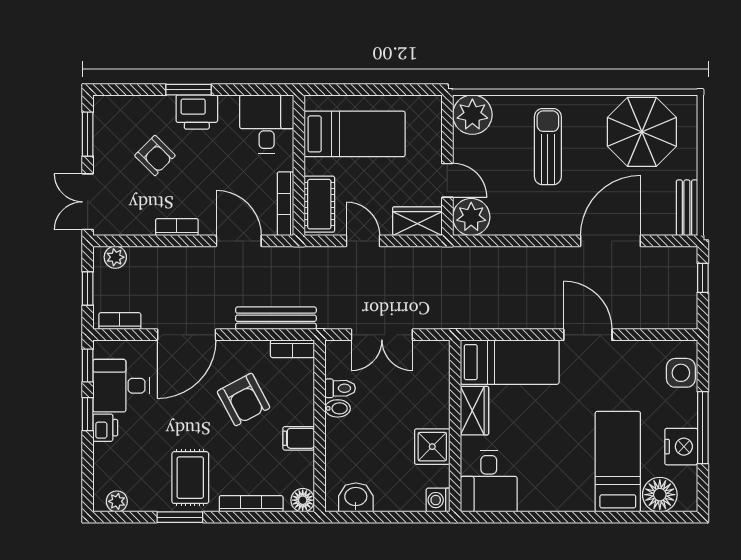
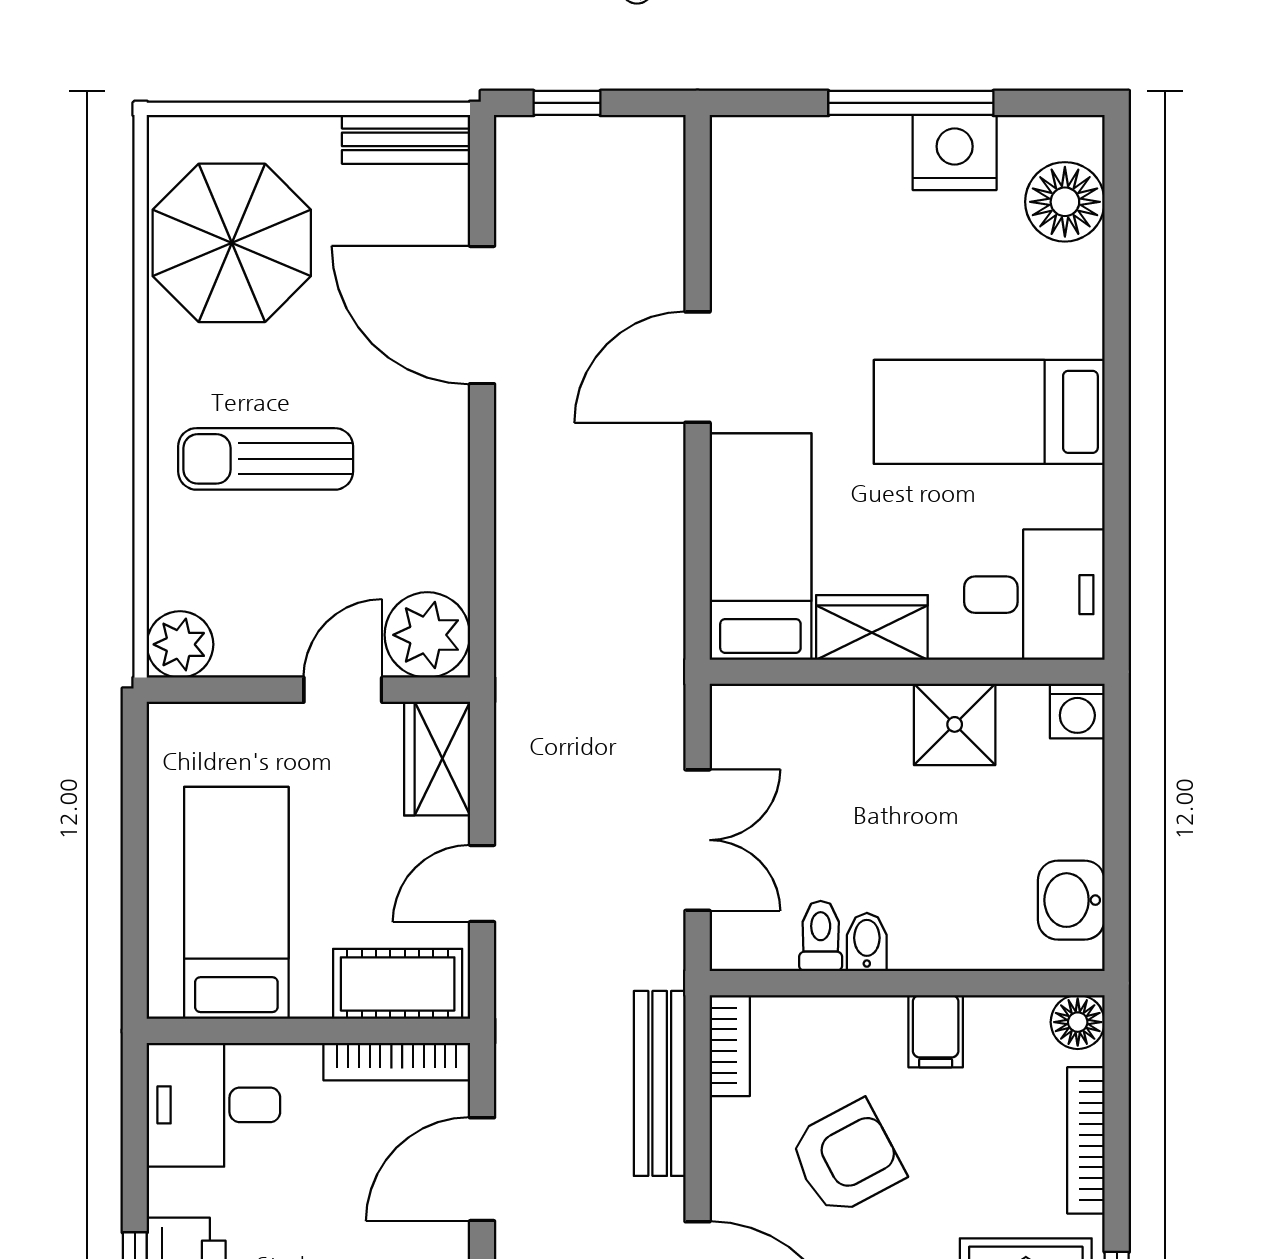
plant: (472, 115) -> (180, 644), width x0.73, depth x0.73
side table: (681, 373) -> (785, 153), removed
bed: (618, 462) -> (989, 412), moved

